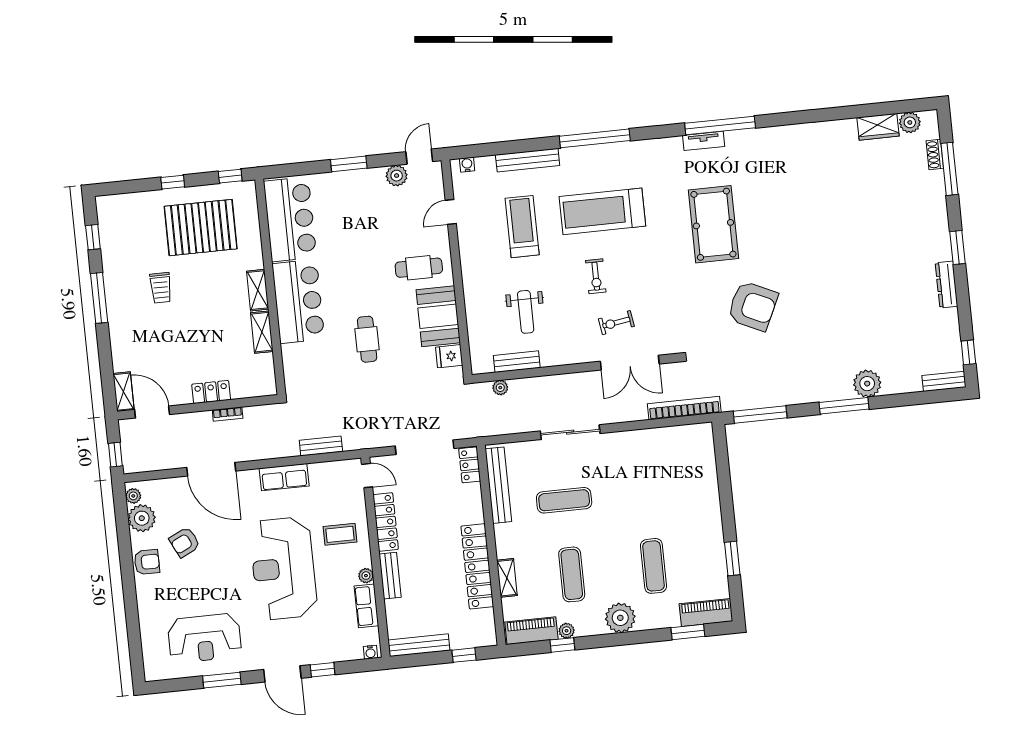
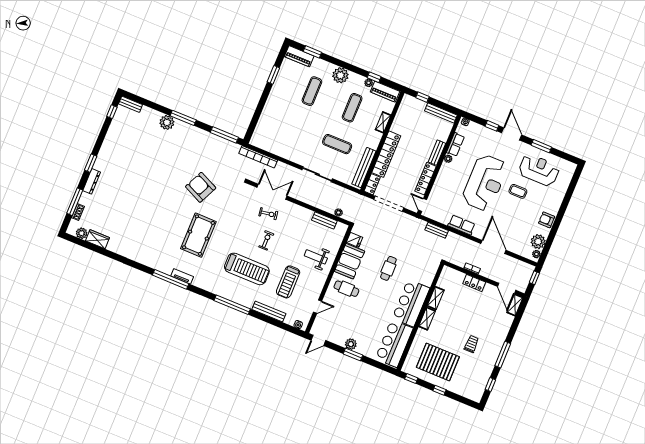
plant: (397, 176) -> (351, 344), moved
dresser: (946, 285) -> (92, 181), moved
weight bench: (526, 312) -> (316, 257), moved, turned -90
coffee table: (340, 534) -> (518, 191), moved
armchair: (185, 542) -> (524, 220), removed
locker: (477, 566) -> (386, 154), moved

